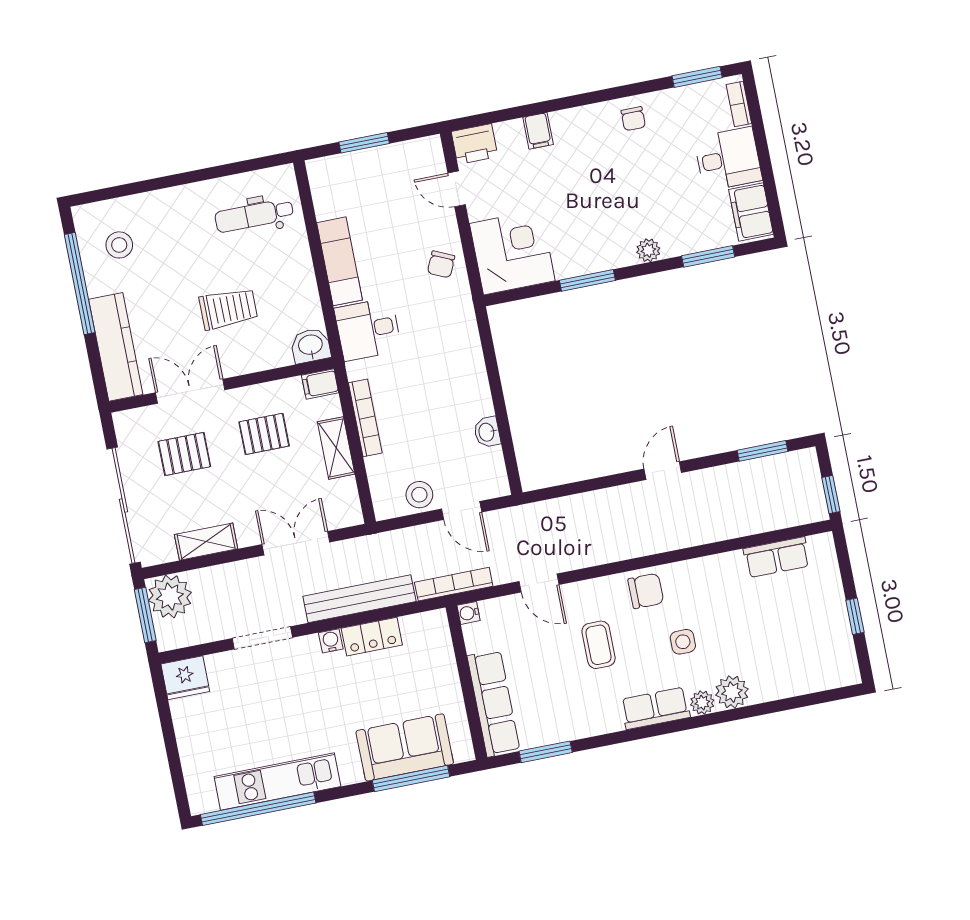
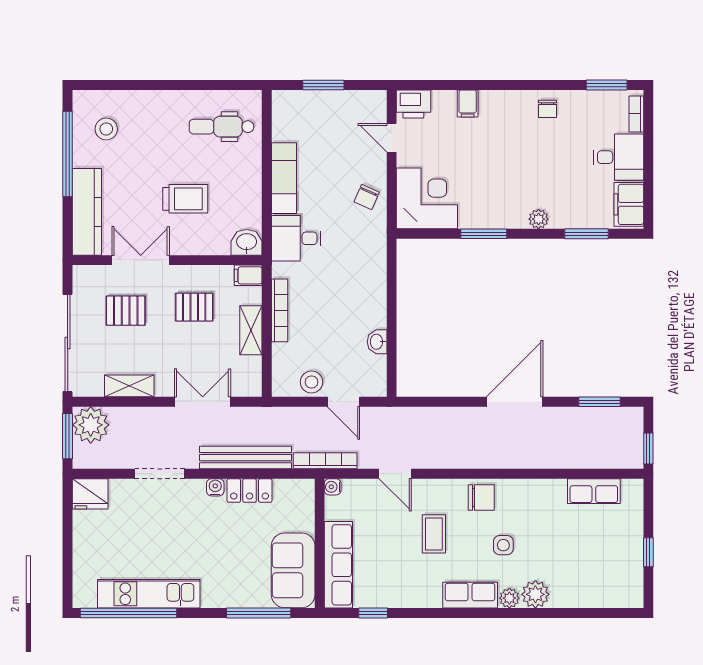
door: (663, 471) -> (515, 402), width x1.88
sofa: (405, 747) -> (293, 570), moved, turned -90
window: (546, 752) -> (373, 613), width x0.67

